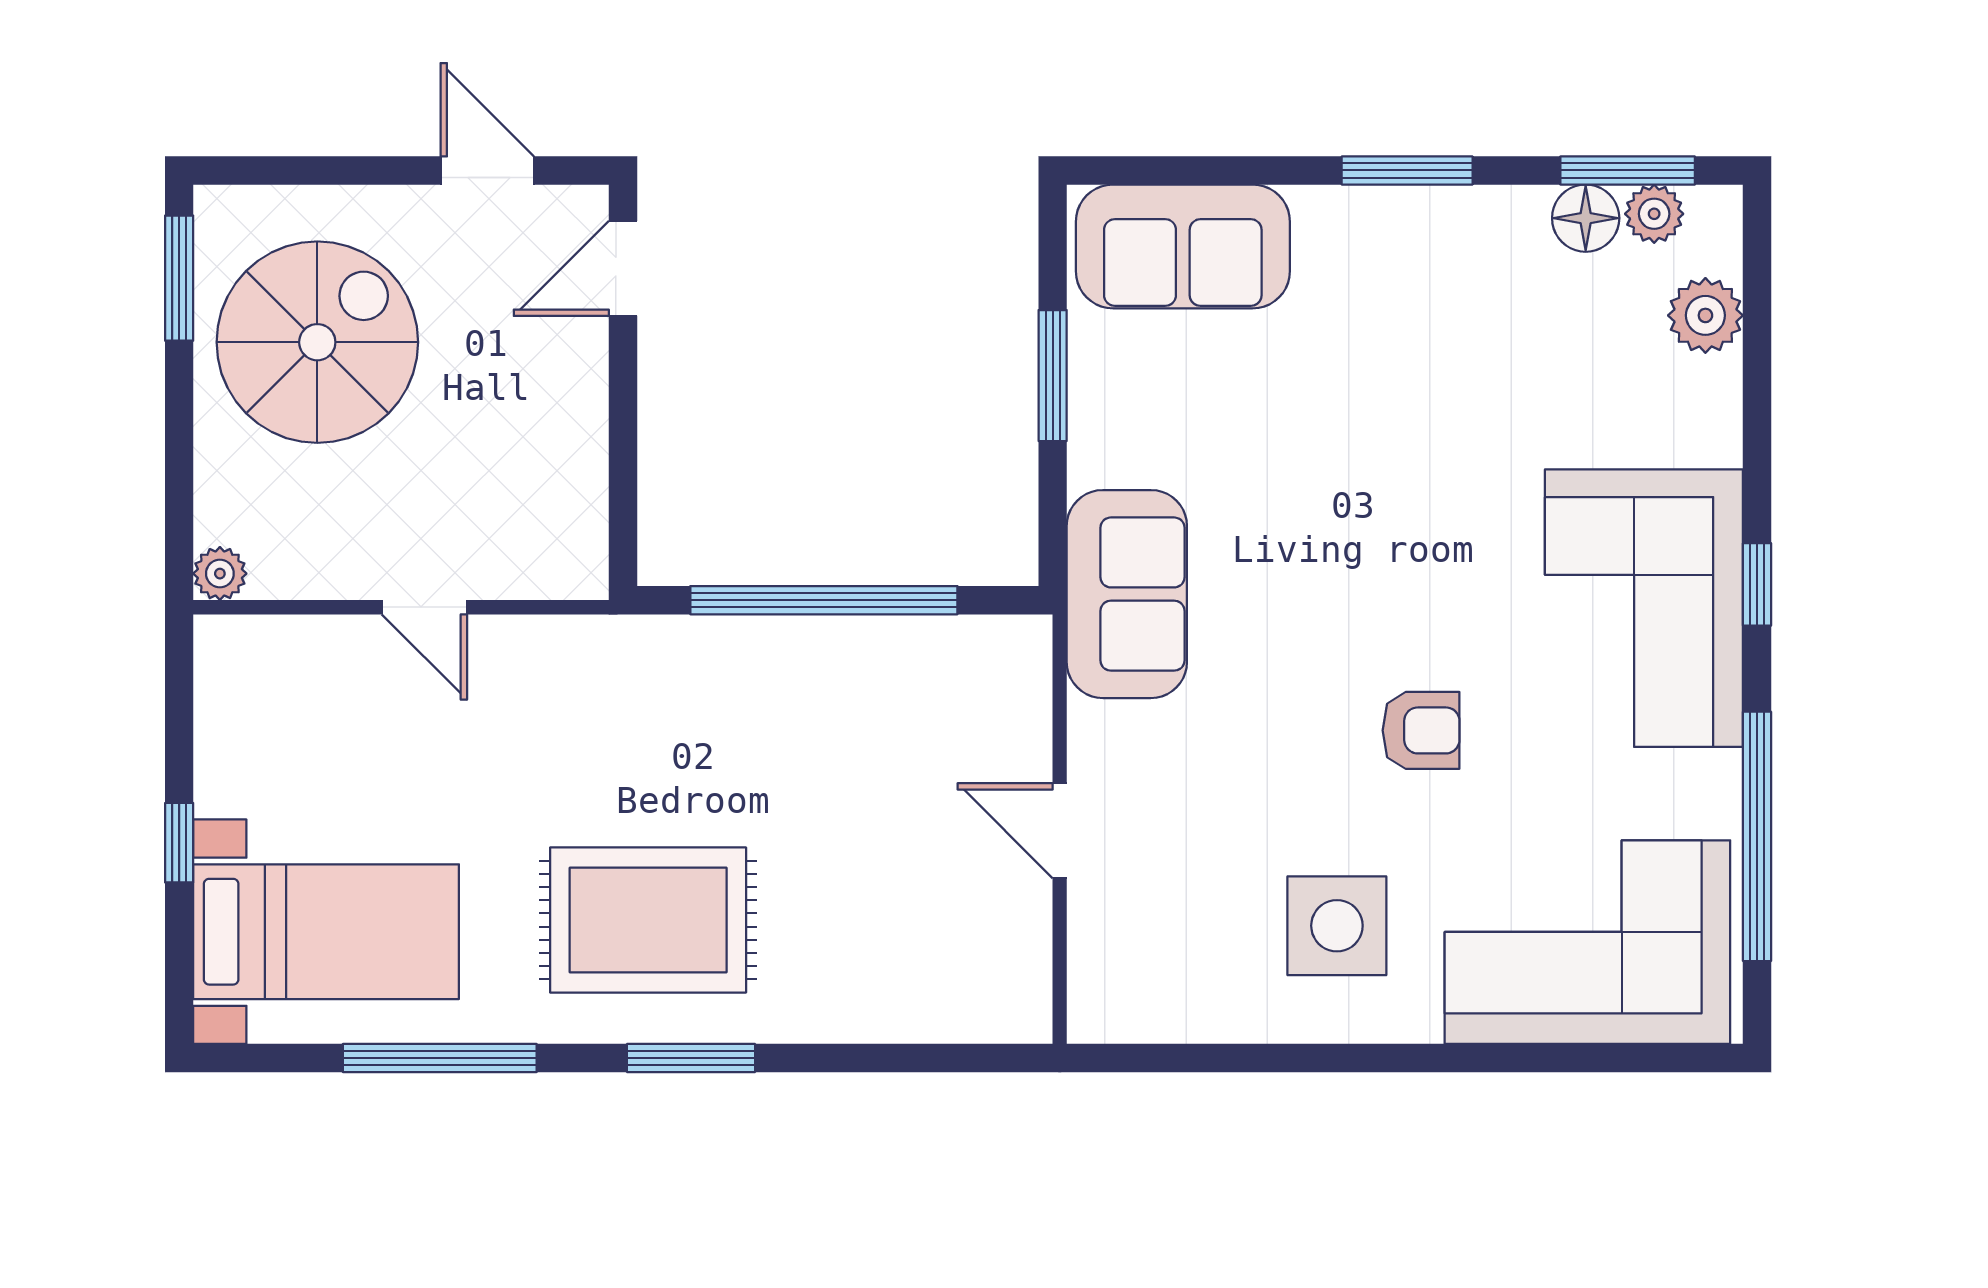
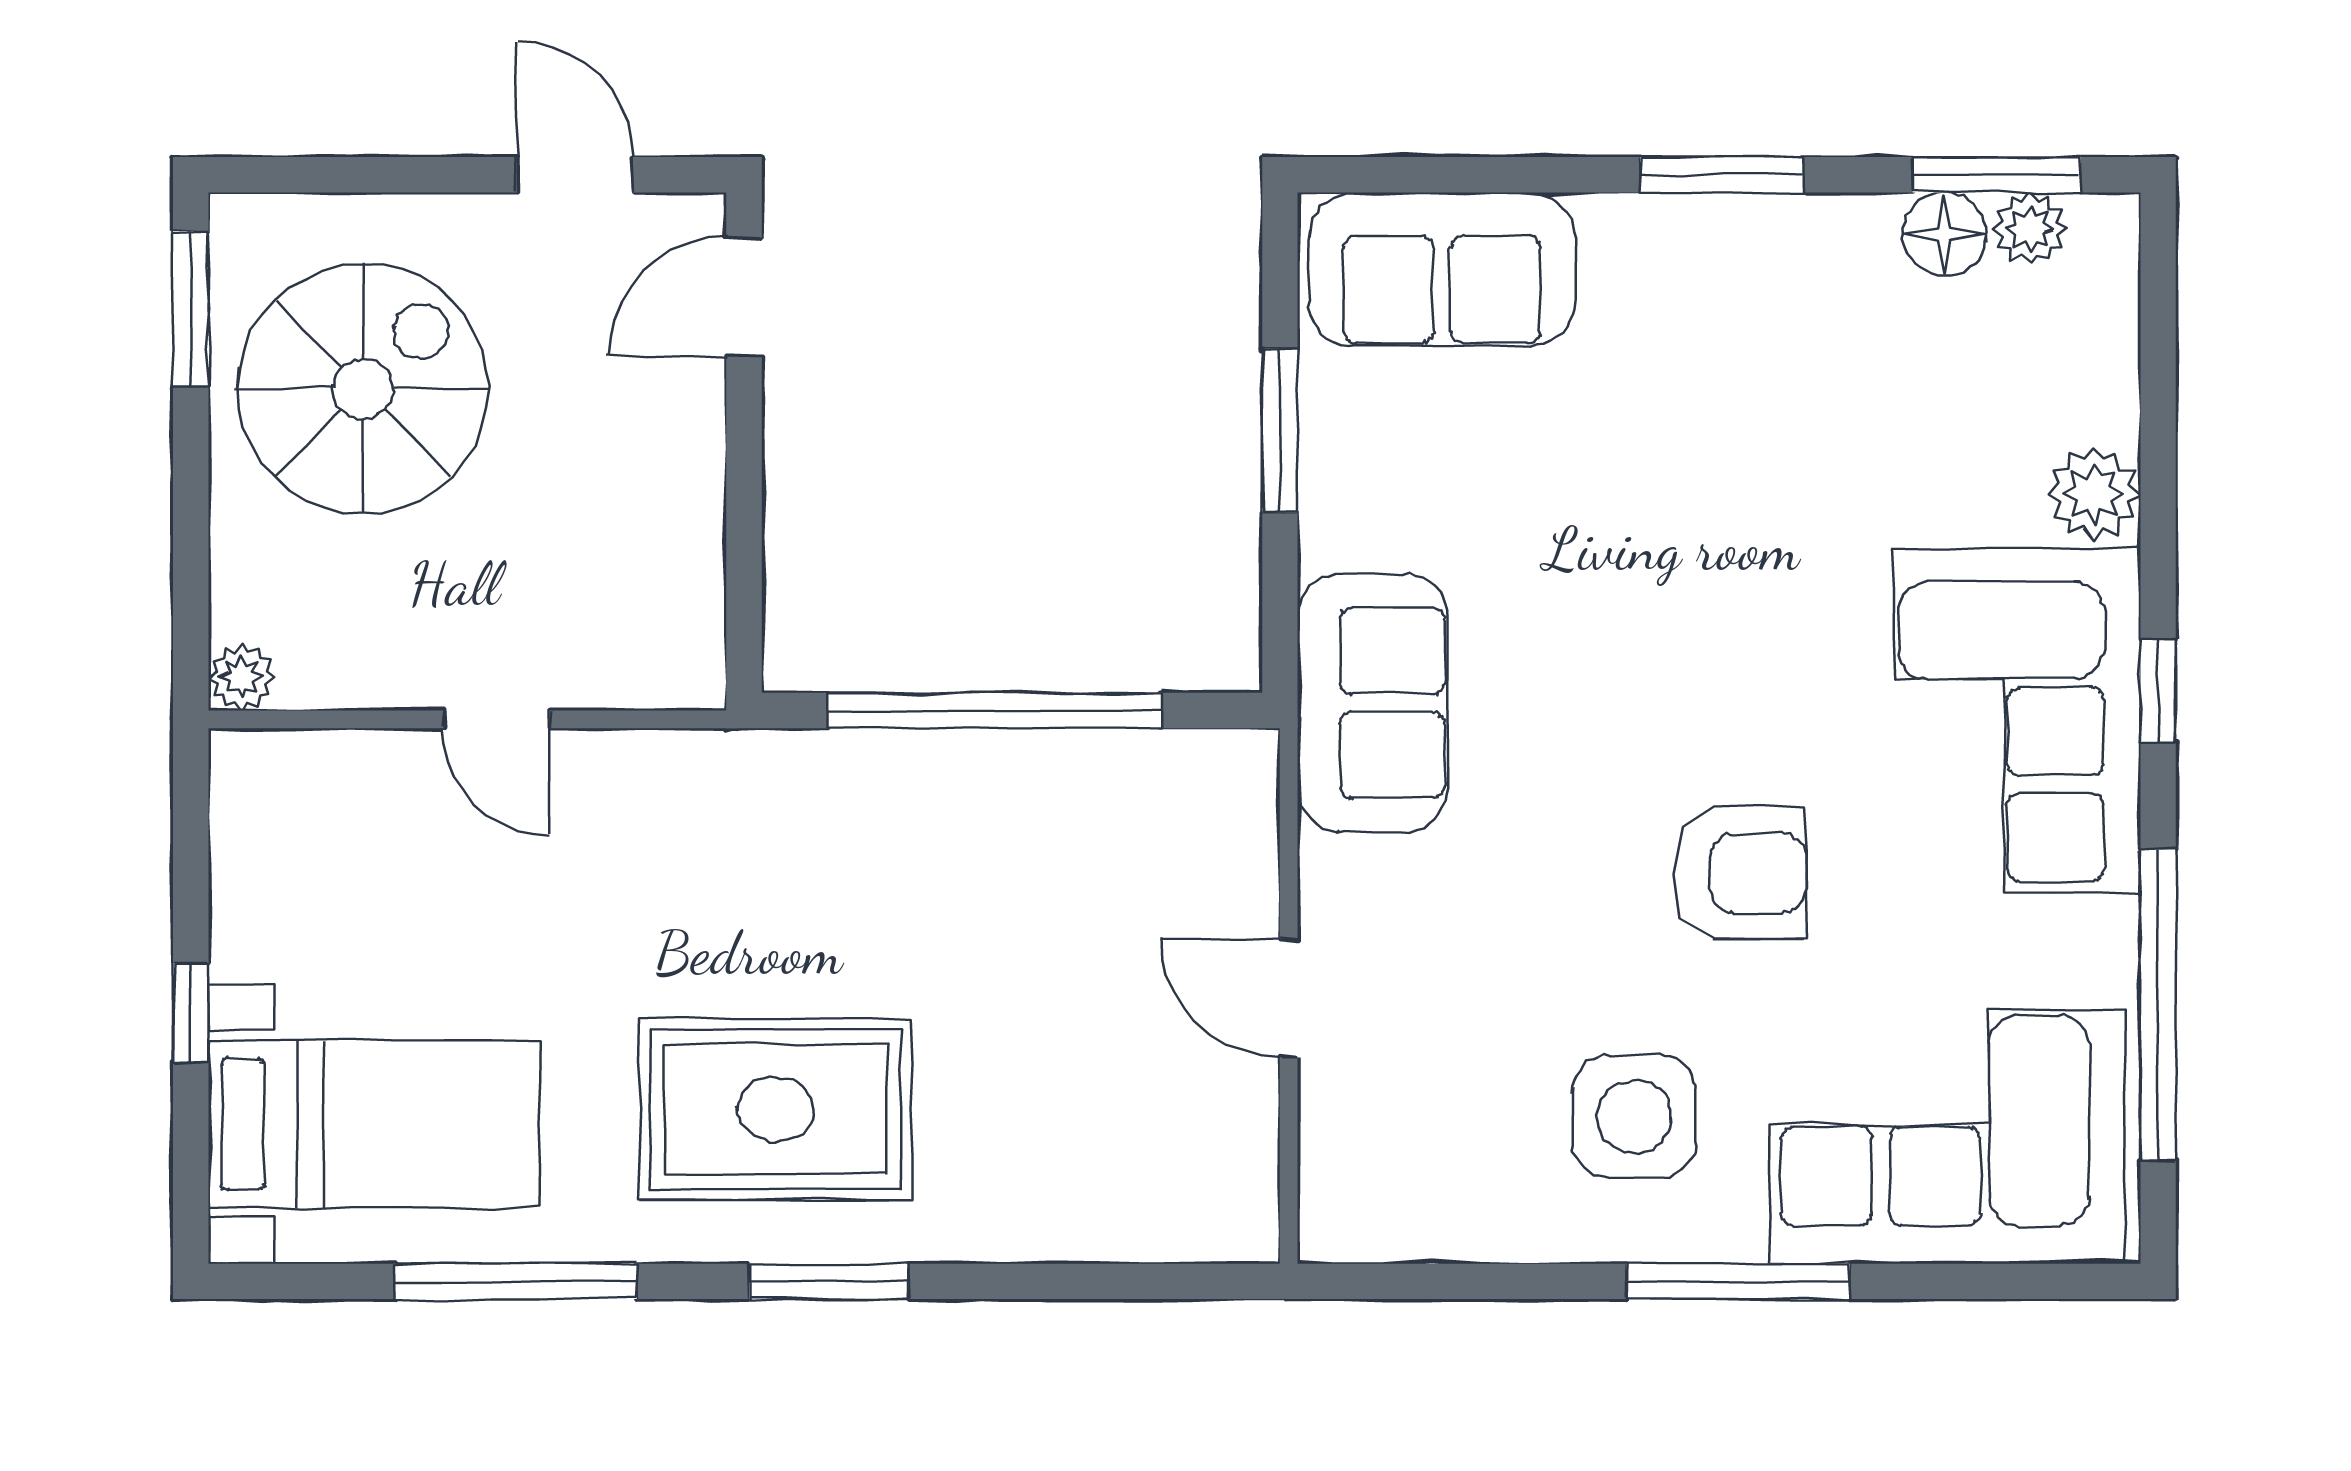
plant: (1705, 315) -> (2094, 494), moved
armchair: (1421, 730) -> (1739, 873), width x1.38, depth x1.38
window: (1420, 1058) -> (1738, 1281), added

